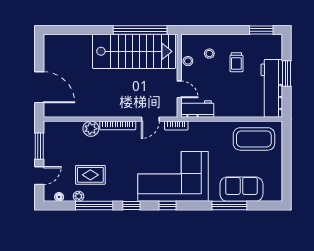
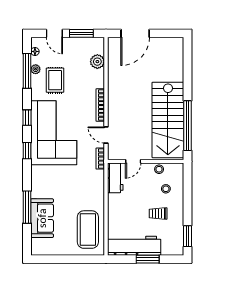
plant: (91, 129) -> (97, 62), moved
corner sofa: (173, 176) -> (54, 133), moved
window: (94, 206) -> (27, 71), moved

